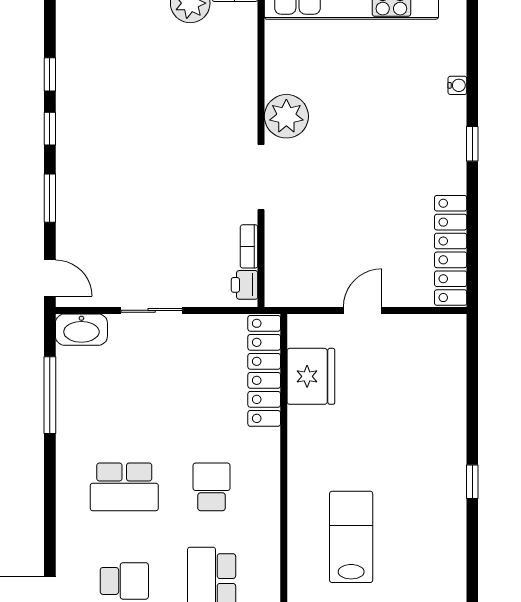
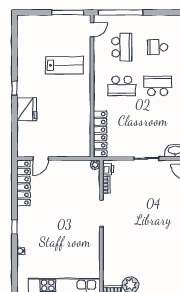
plant: (286, 116) -> (95, 165), moved, width x0.53, depth x0.53
door: (363, 310) -> (41, 158), moved
fridge: (311, 376) -> (27, 109), moved, turned 180
school desk: (212, 487) -> (122, 86), width x1.85
lab bench: (351, 537) -> (64, 65), turned -90

